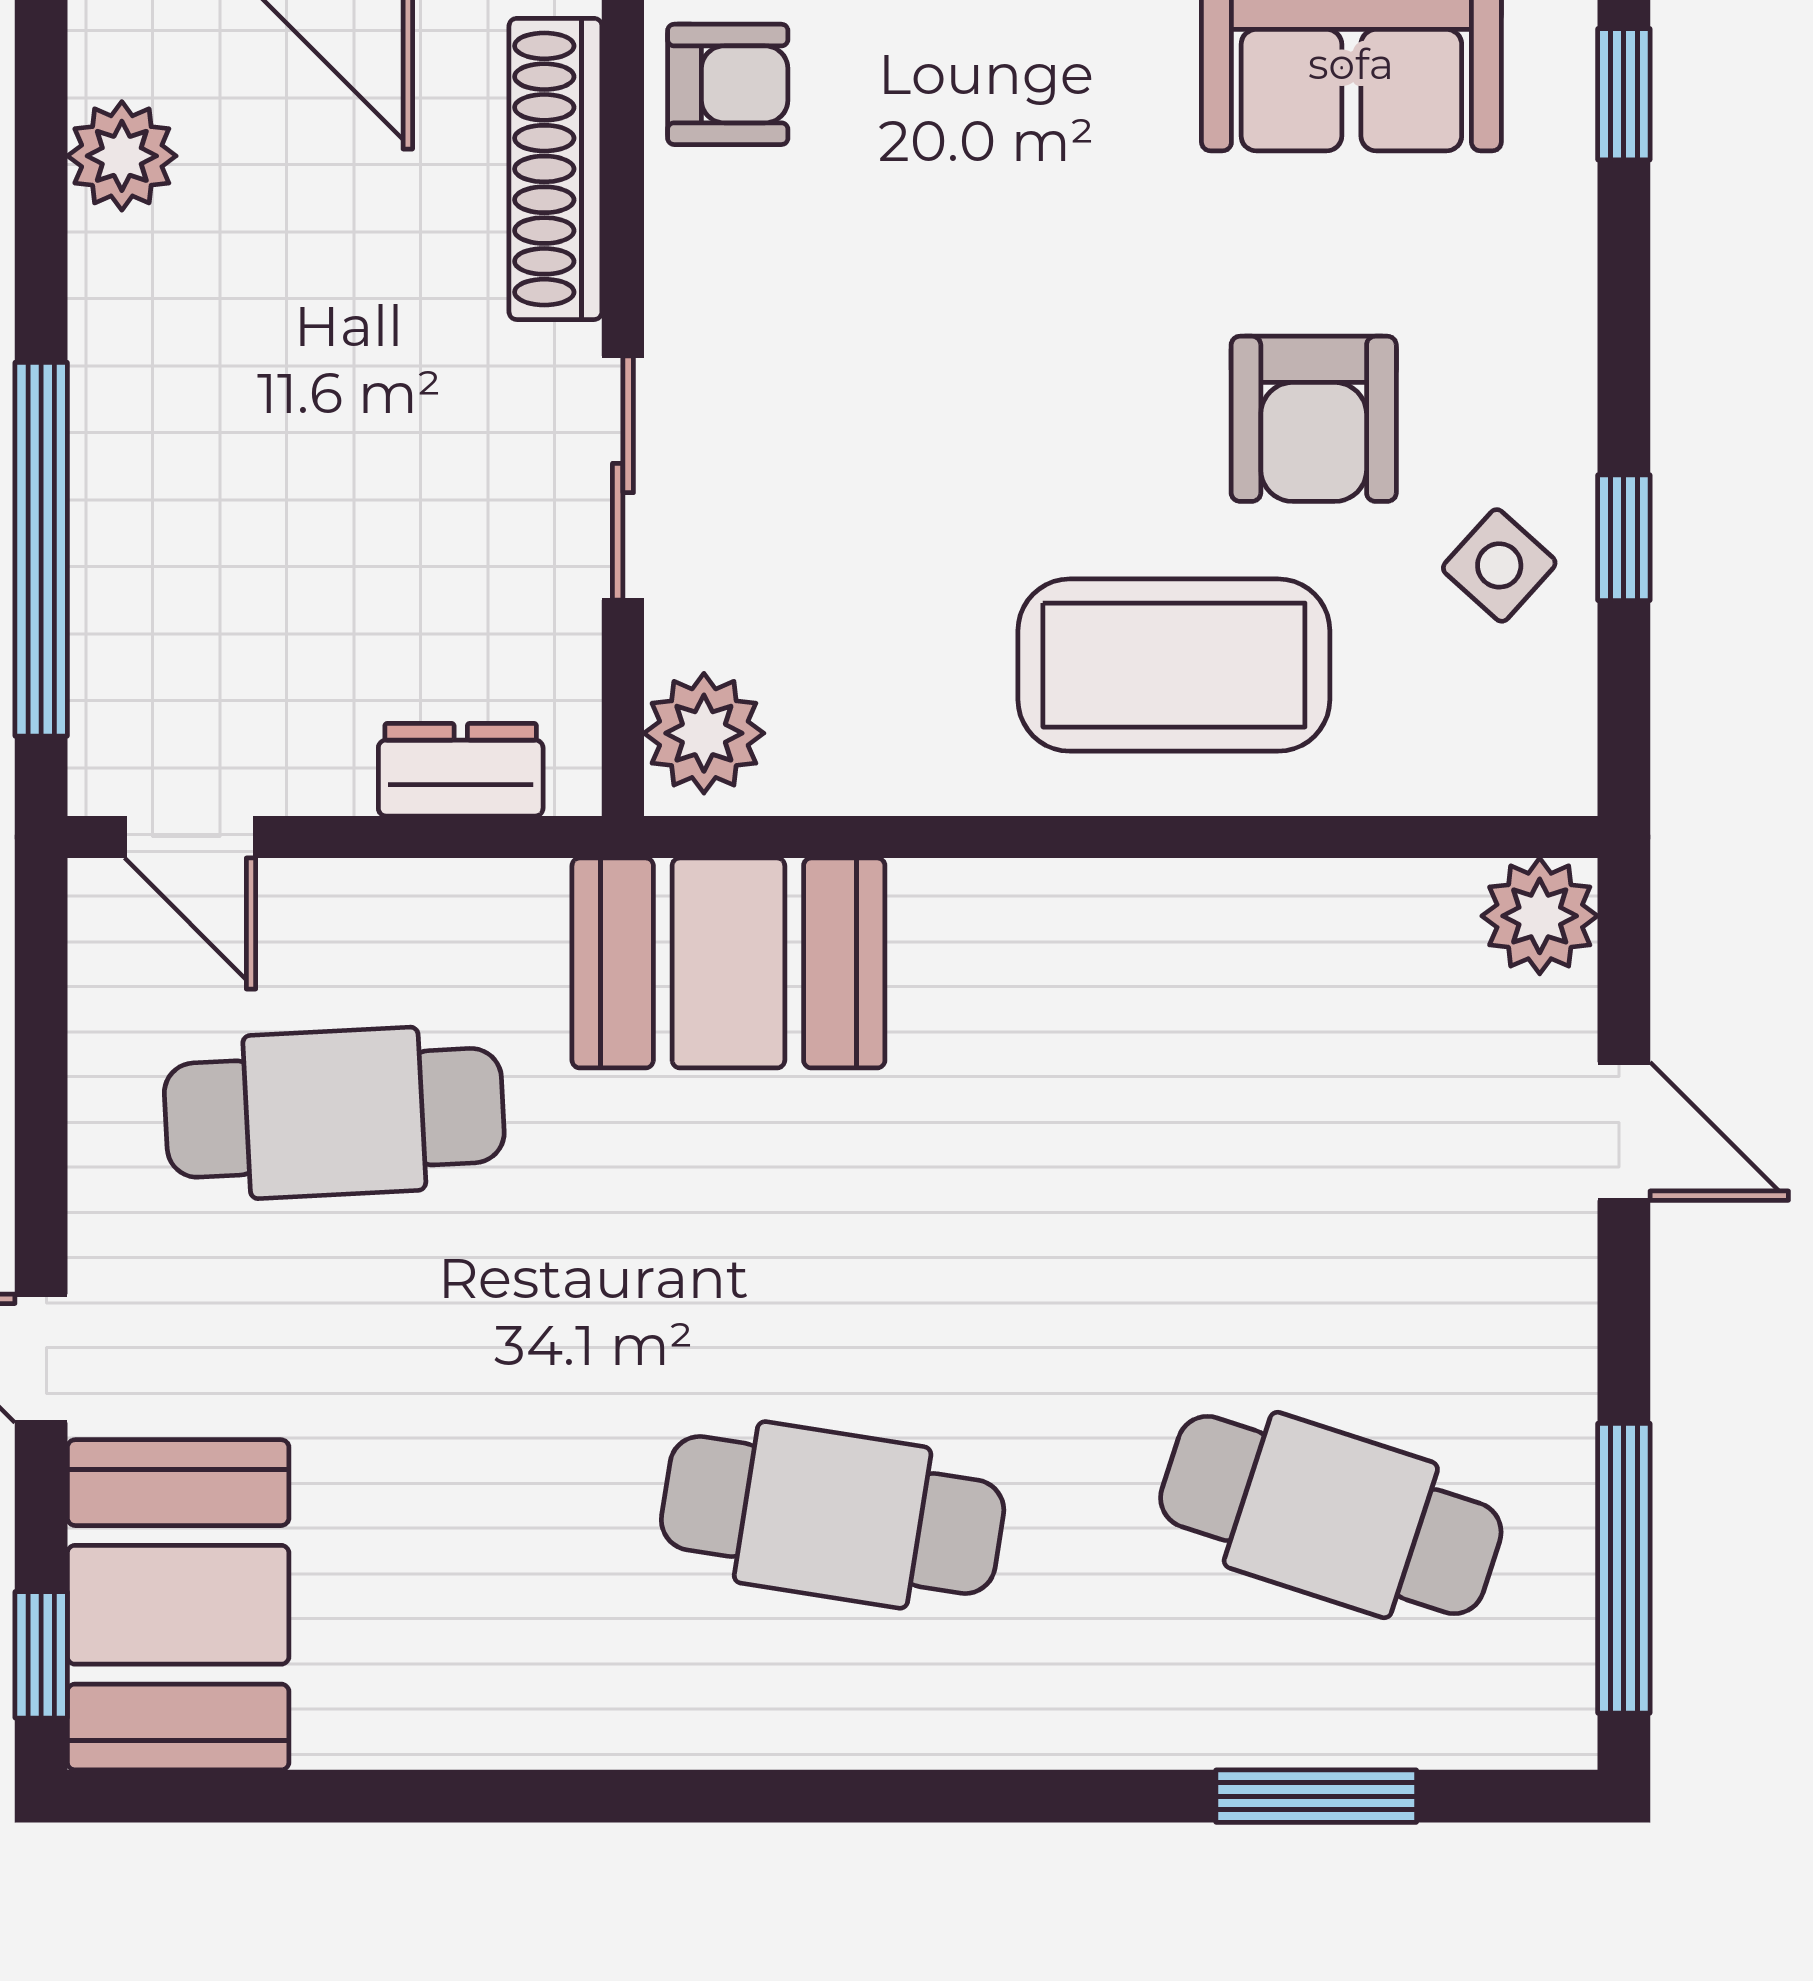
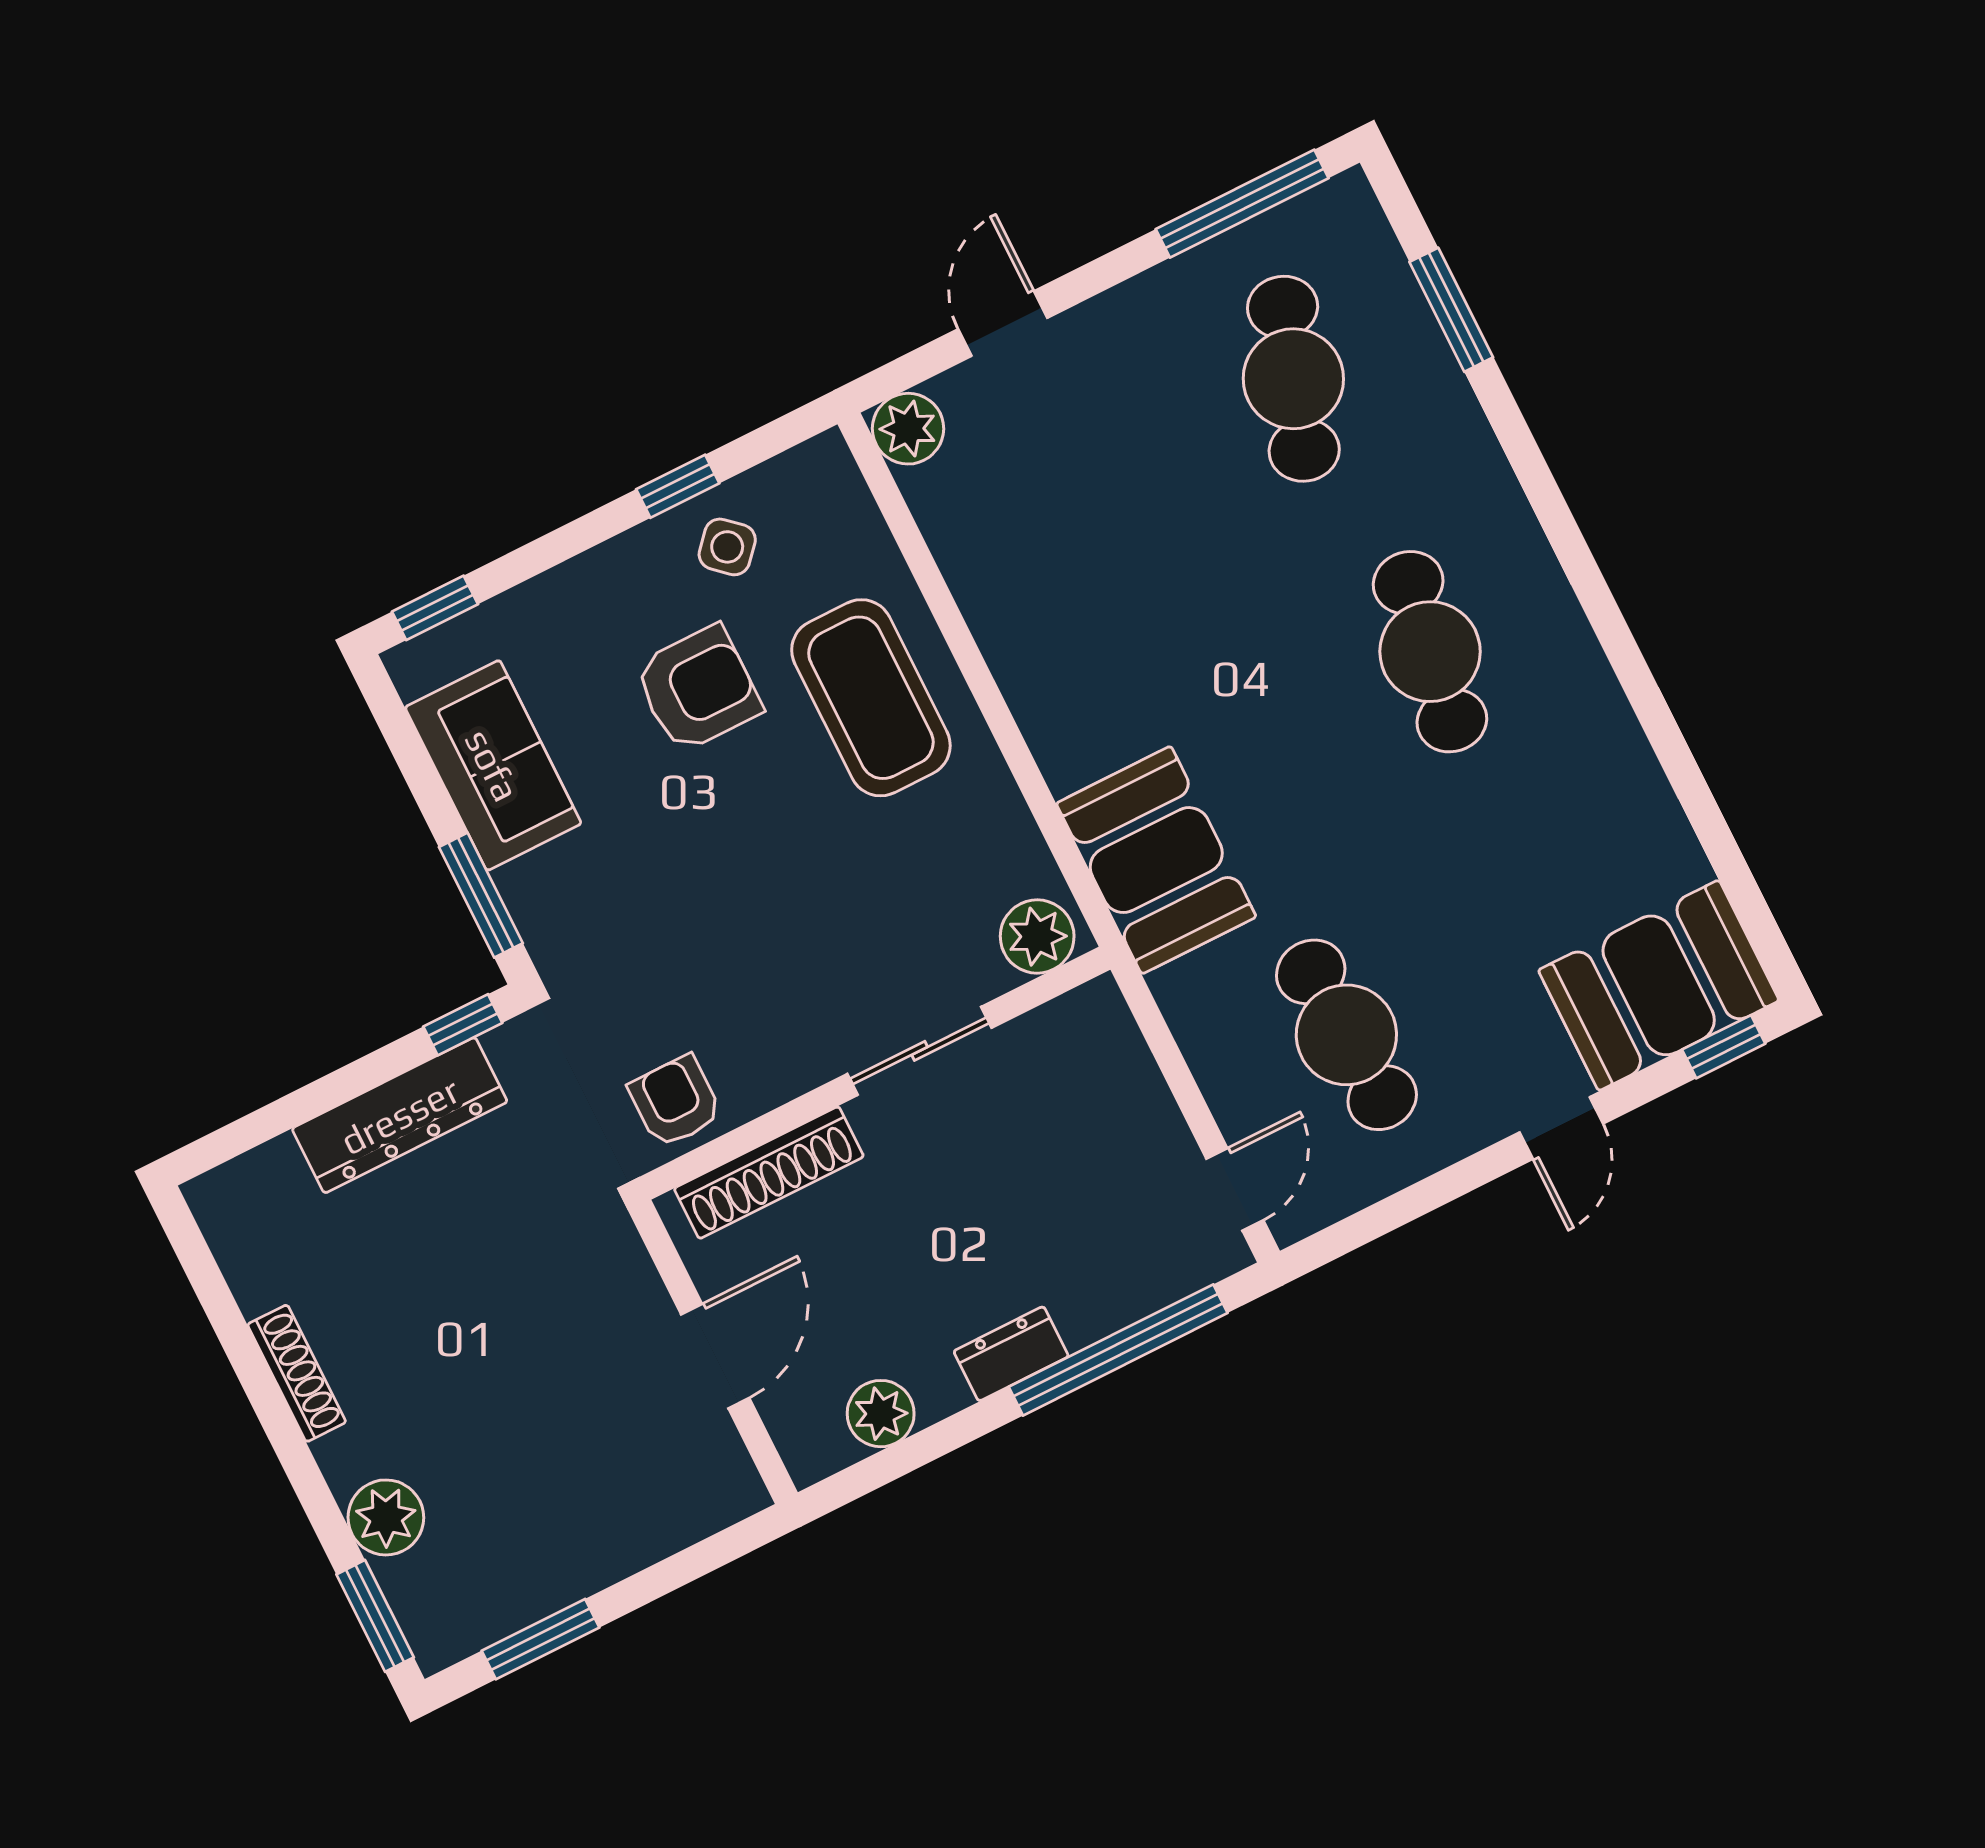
dresser: (461, 770) -> (1011, 1354), moved, turned 90

